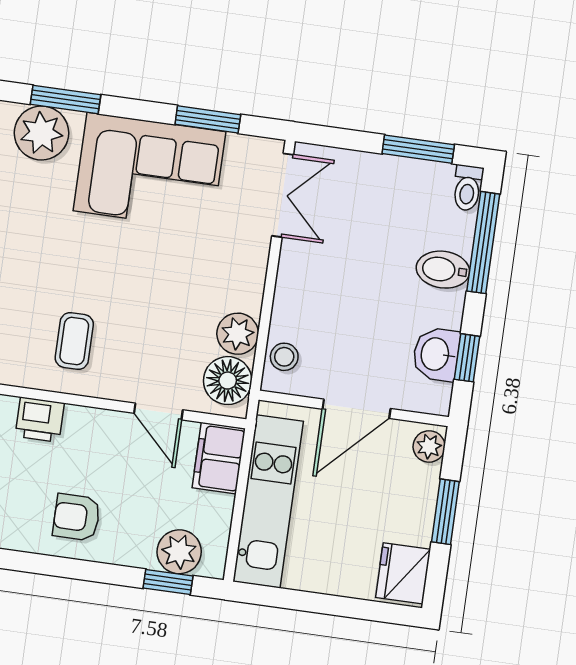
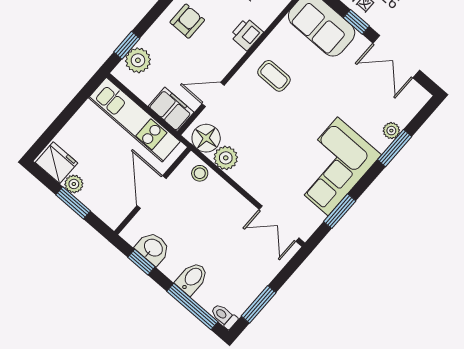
plant: (41, 133) -> (391, 131), width x0.53, depth x0.53
plant: (429, 446) -> (74, 184), moved

